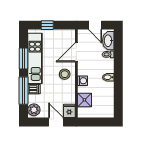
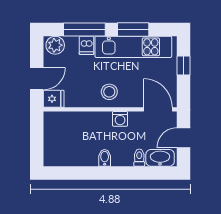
door: (76, 52) -> (158, 109), moved
washing machine: (83, 81) -> (120, 119), moved
shower: (84, 100) -> (70, 122), removed

